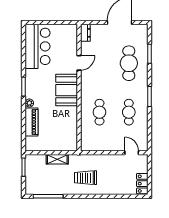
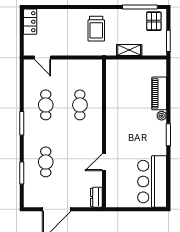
cafe table: (129, 63) -> (46, 162), width x0.73, depth x0.74
booth: (67, 90) -> (118, 131), removed
trolley: (85, 178) -> (96, 29), turned 90
pallet: (36, 184) -> (154, 21), added

